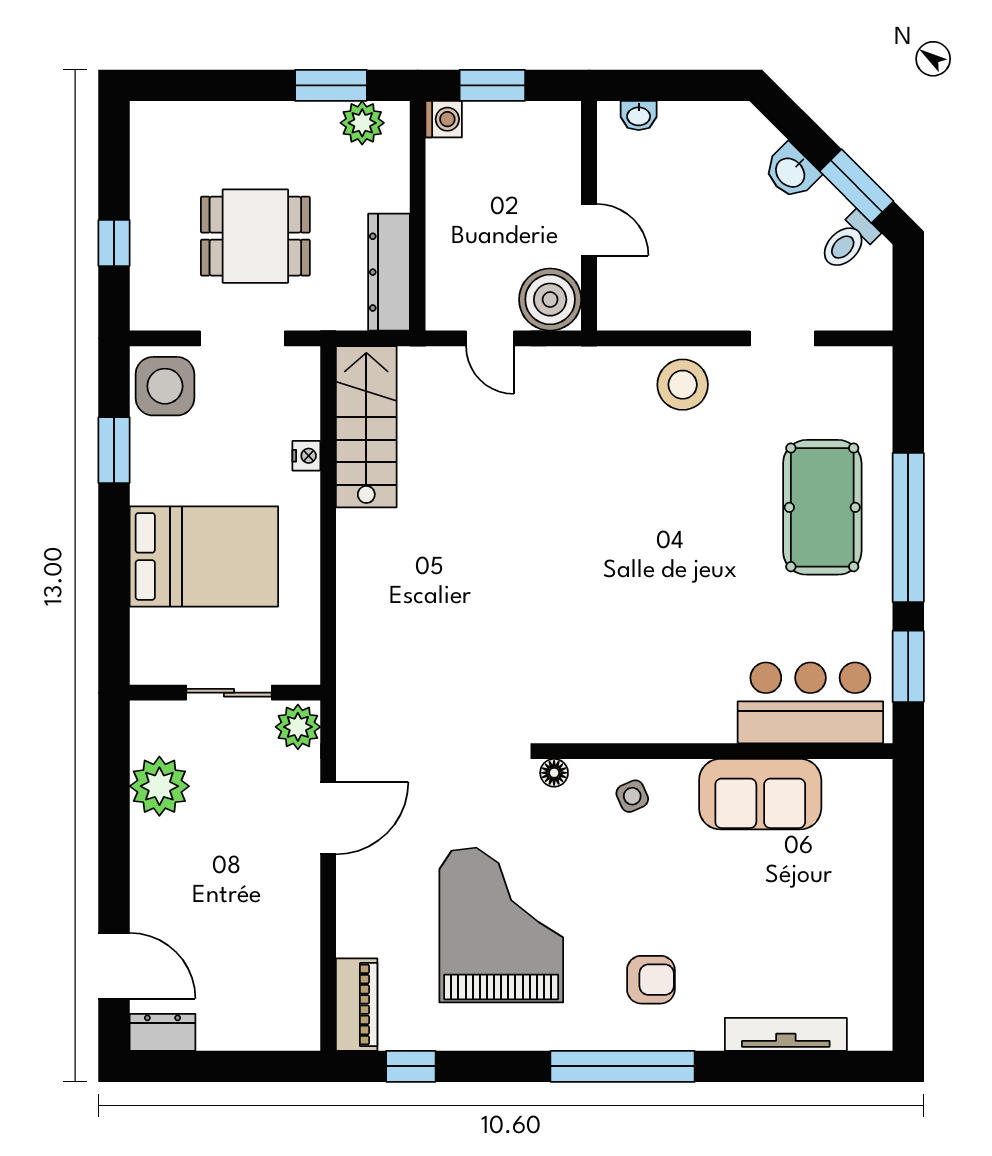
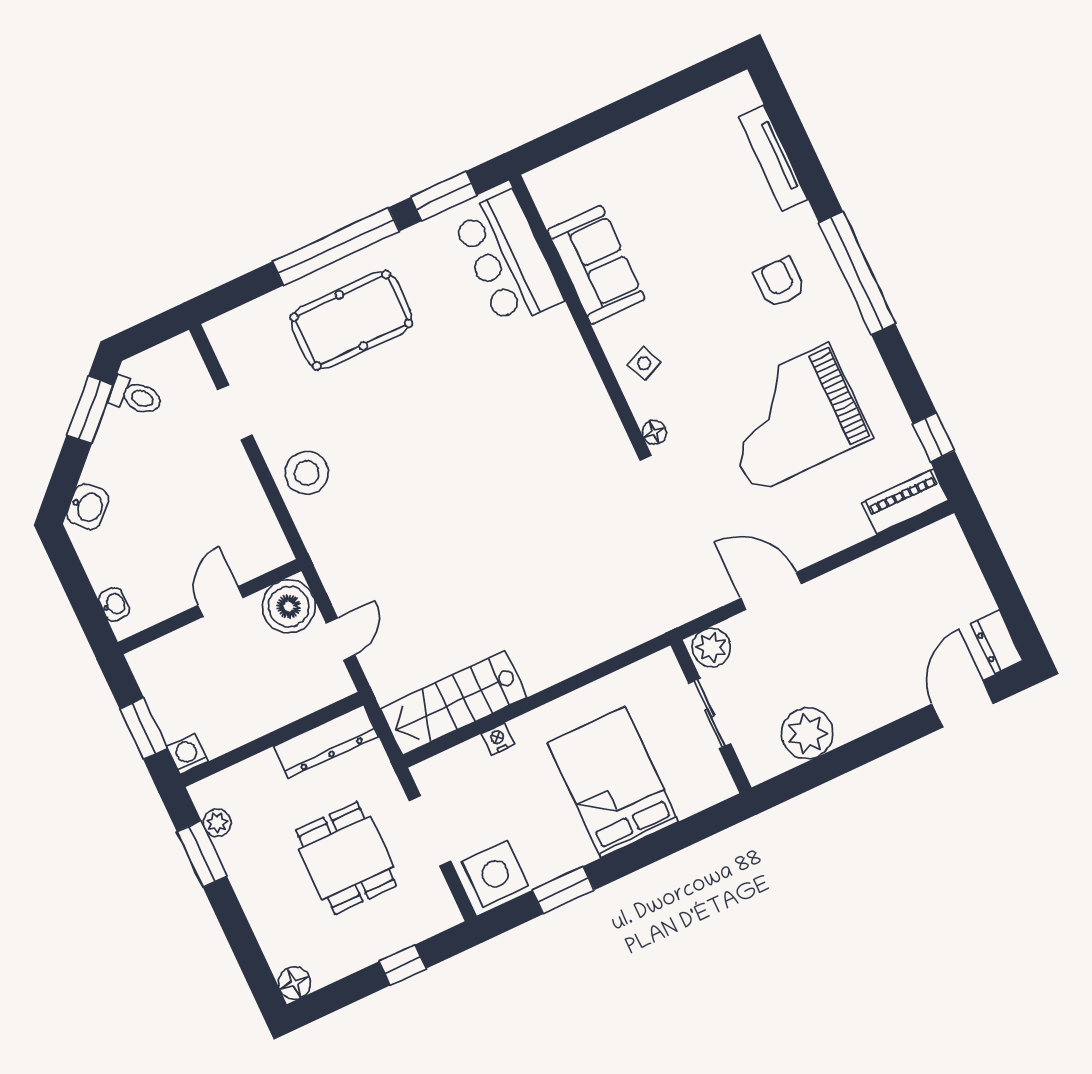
floor lamp: (148, 120) -> (294, 983), added
plant: (362, 123) -> (217, 823), width x0.73, depth x0.73
washbasin: (791, 172) -> (88, 507), moved

